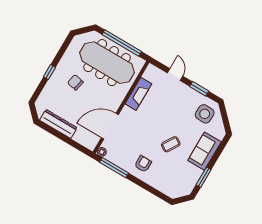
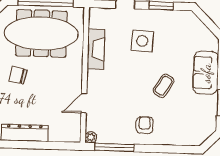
side table: (205, 114) -> (142, 41), moved
door: (110, 126) -> (84, 103), width x0.53

